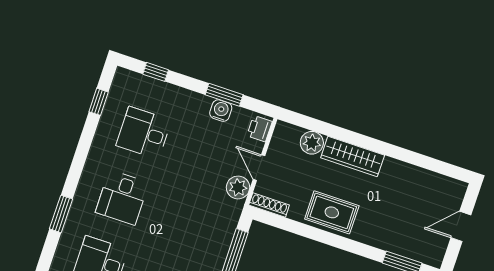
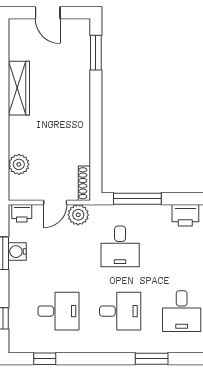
desk: (144, 133) -> (58, 311), turned -90
wardrobe: (353, 157) -> (19, 88), moved
rug: (332, 212) -> (73, 127), removed
desk: (190, 220) -> (120, 246), added

